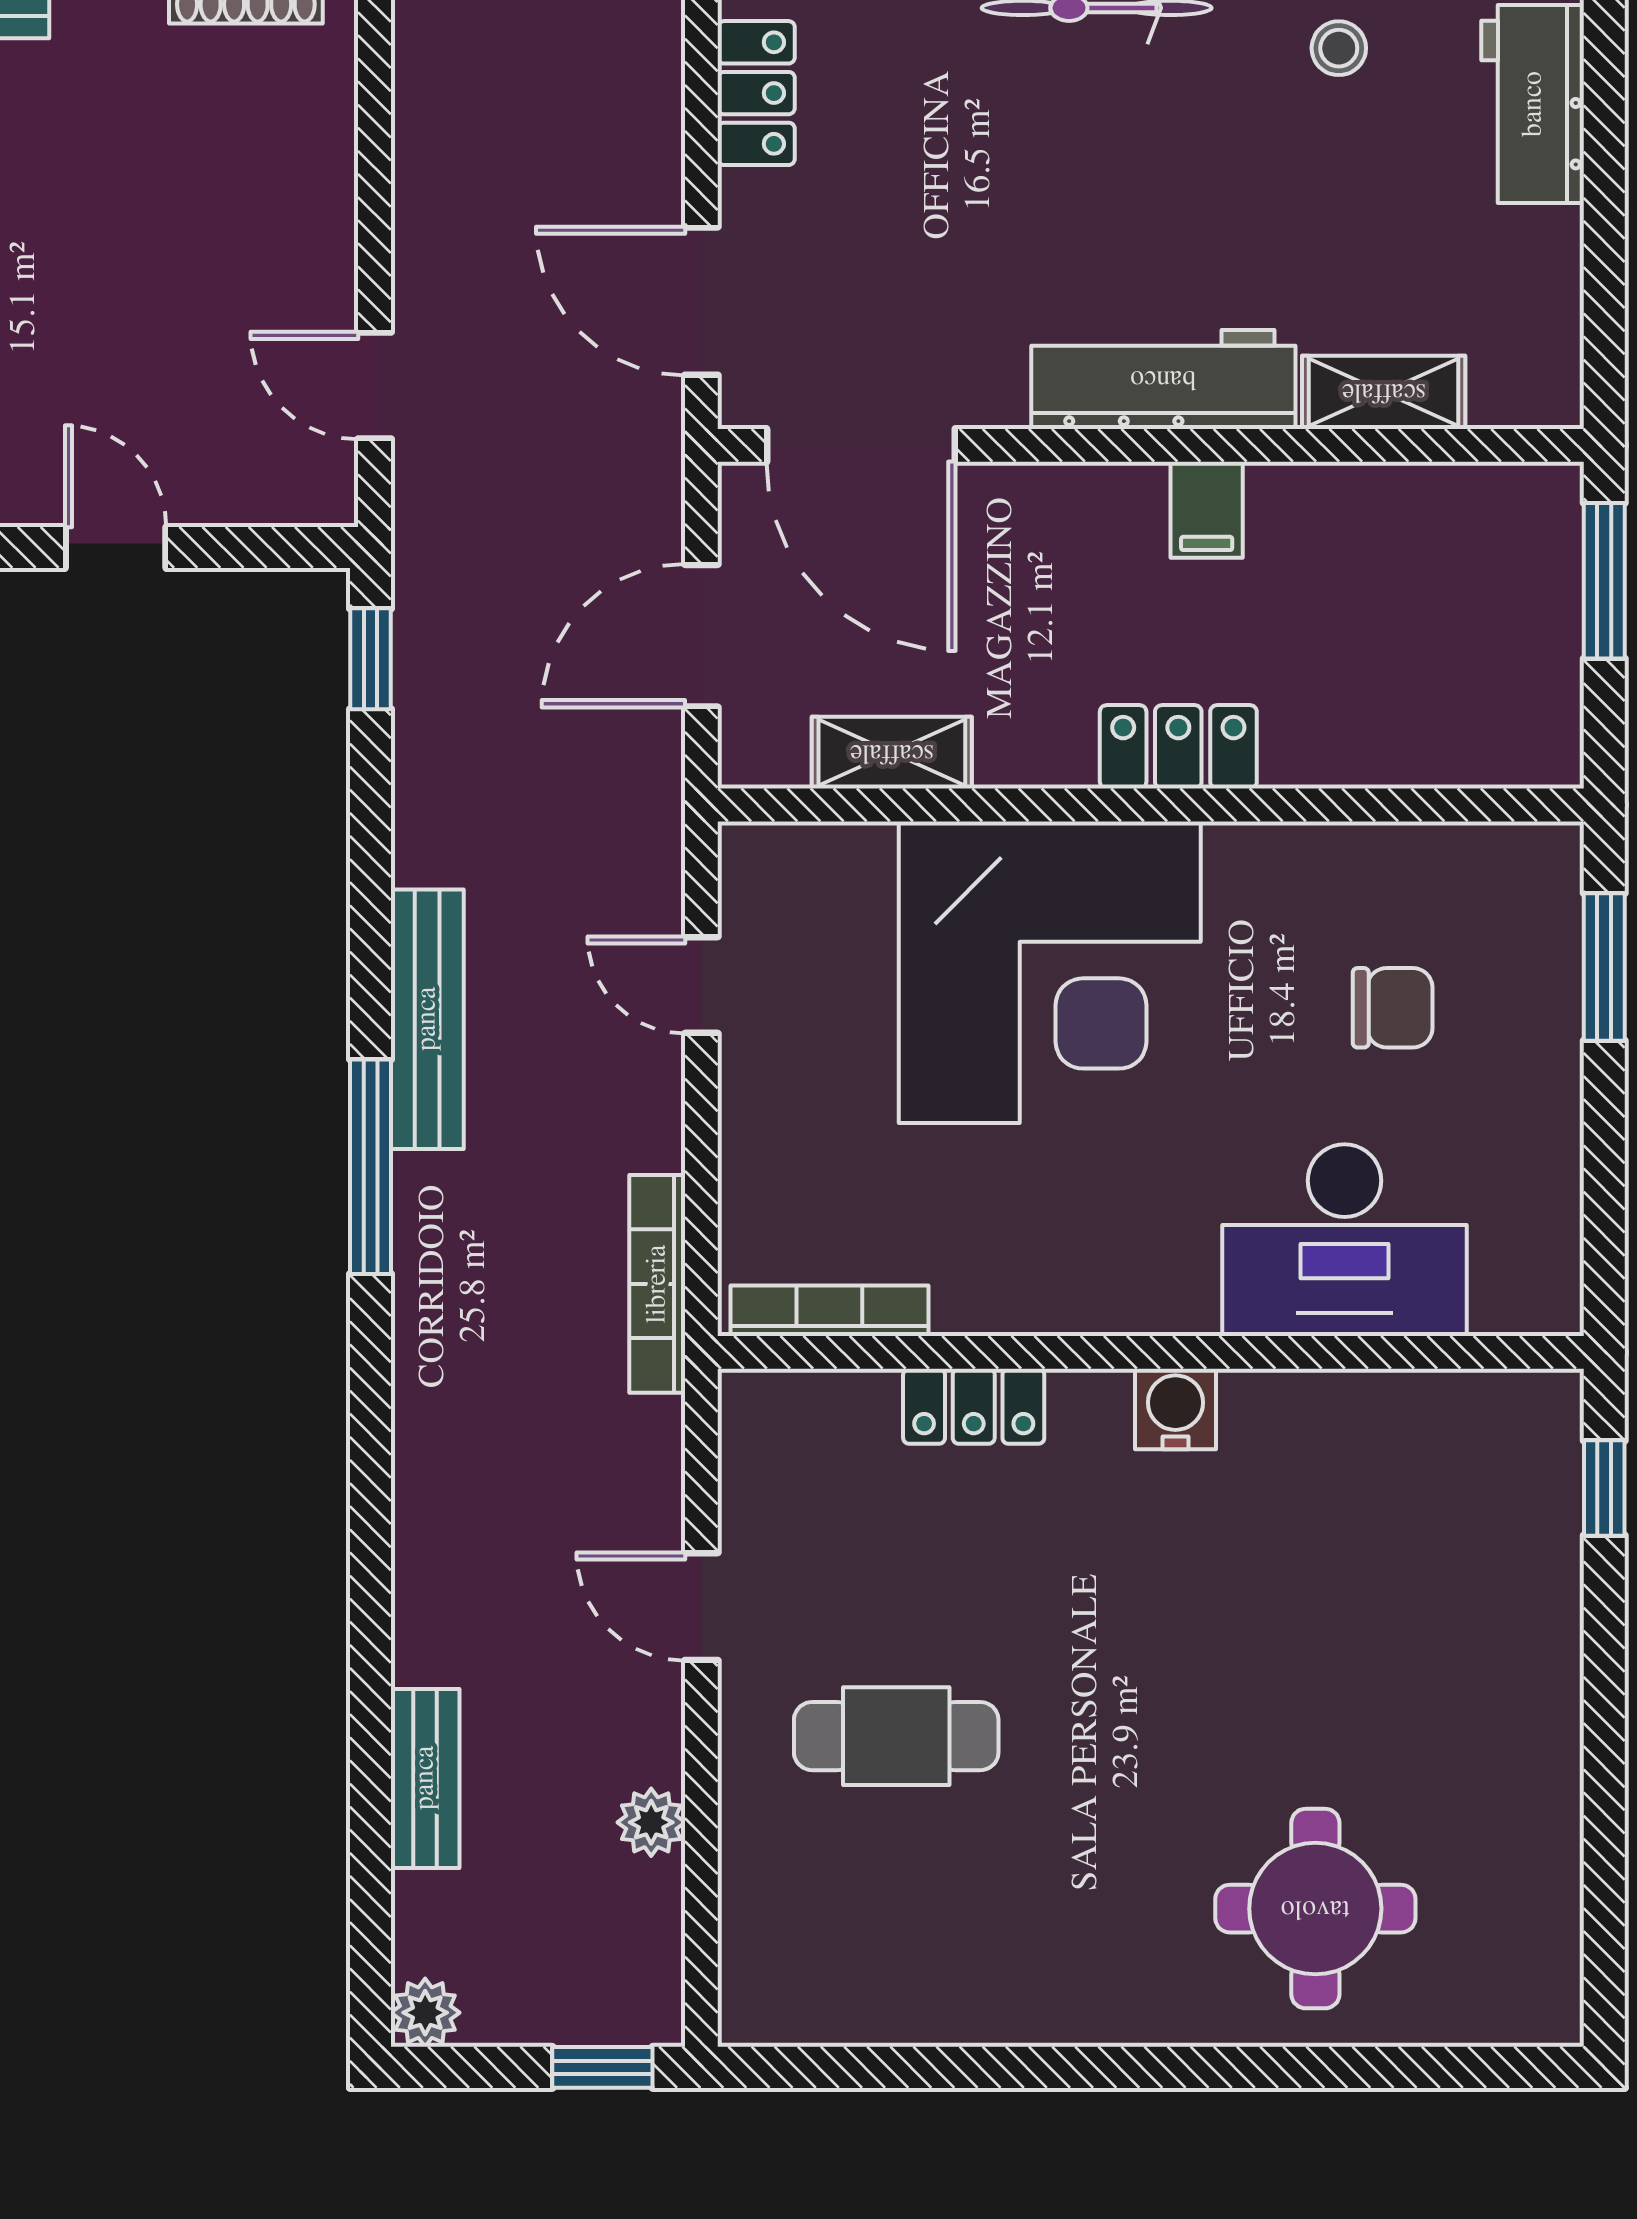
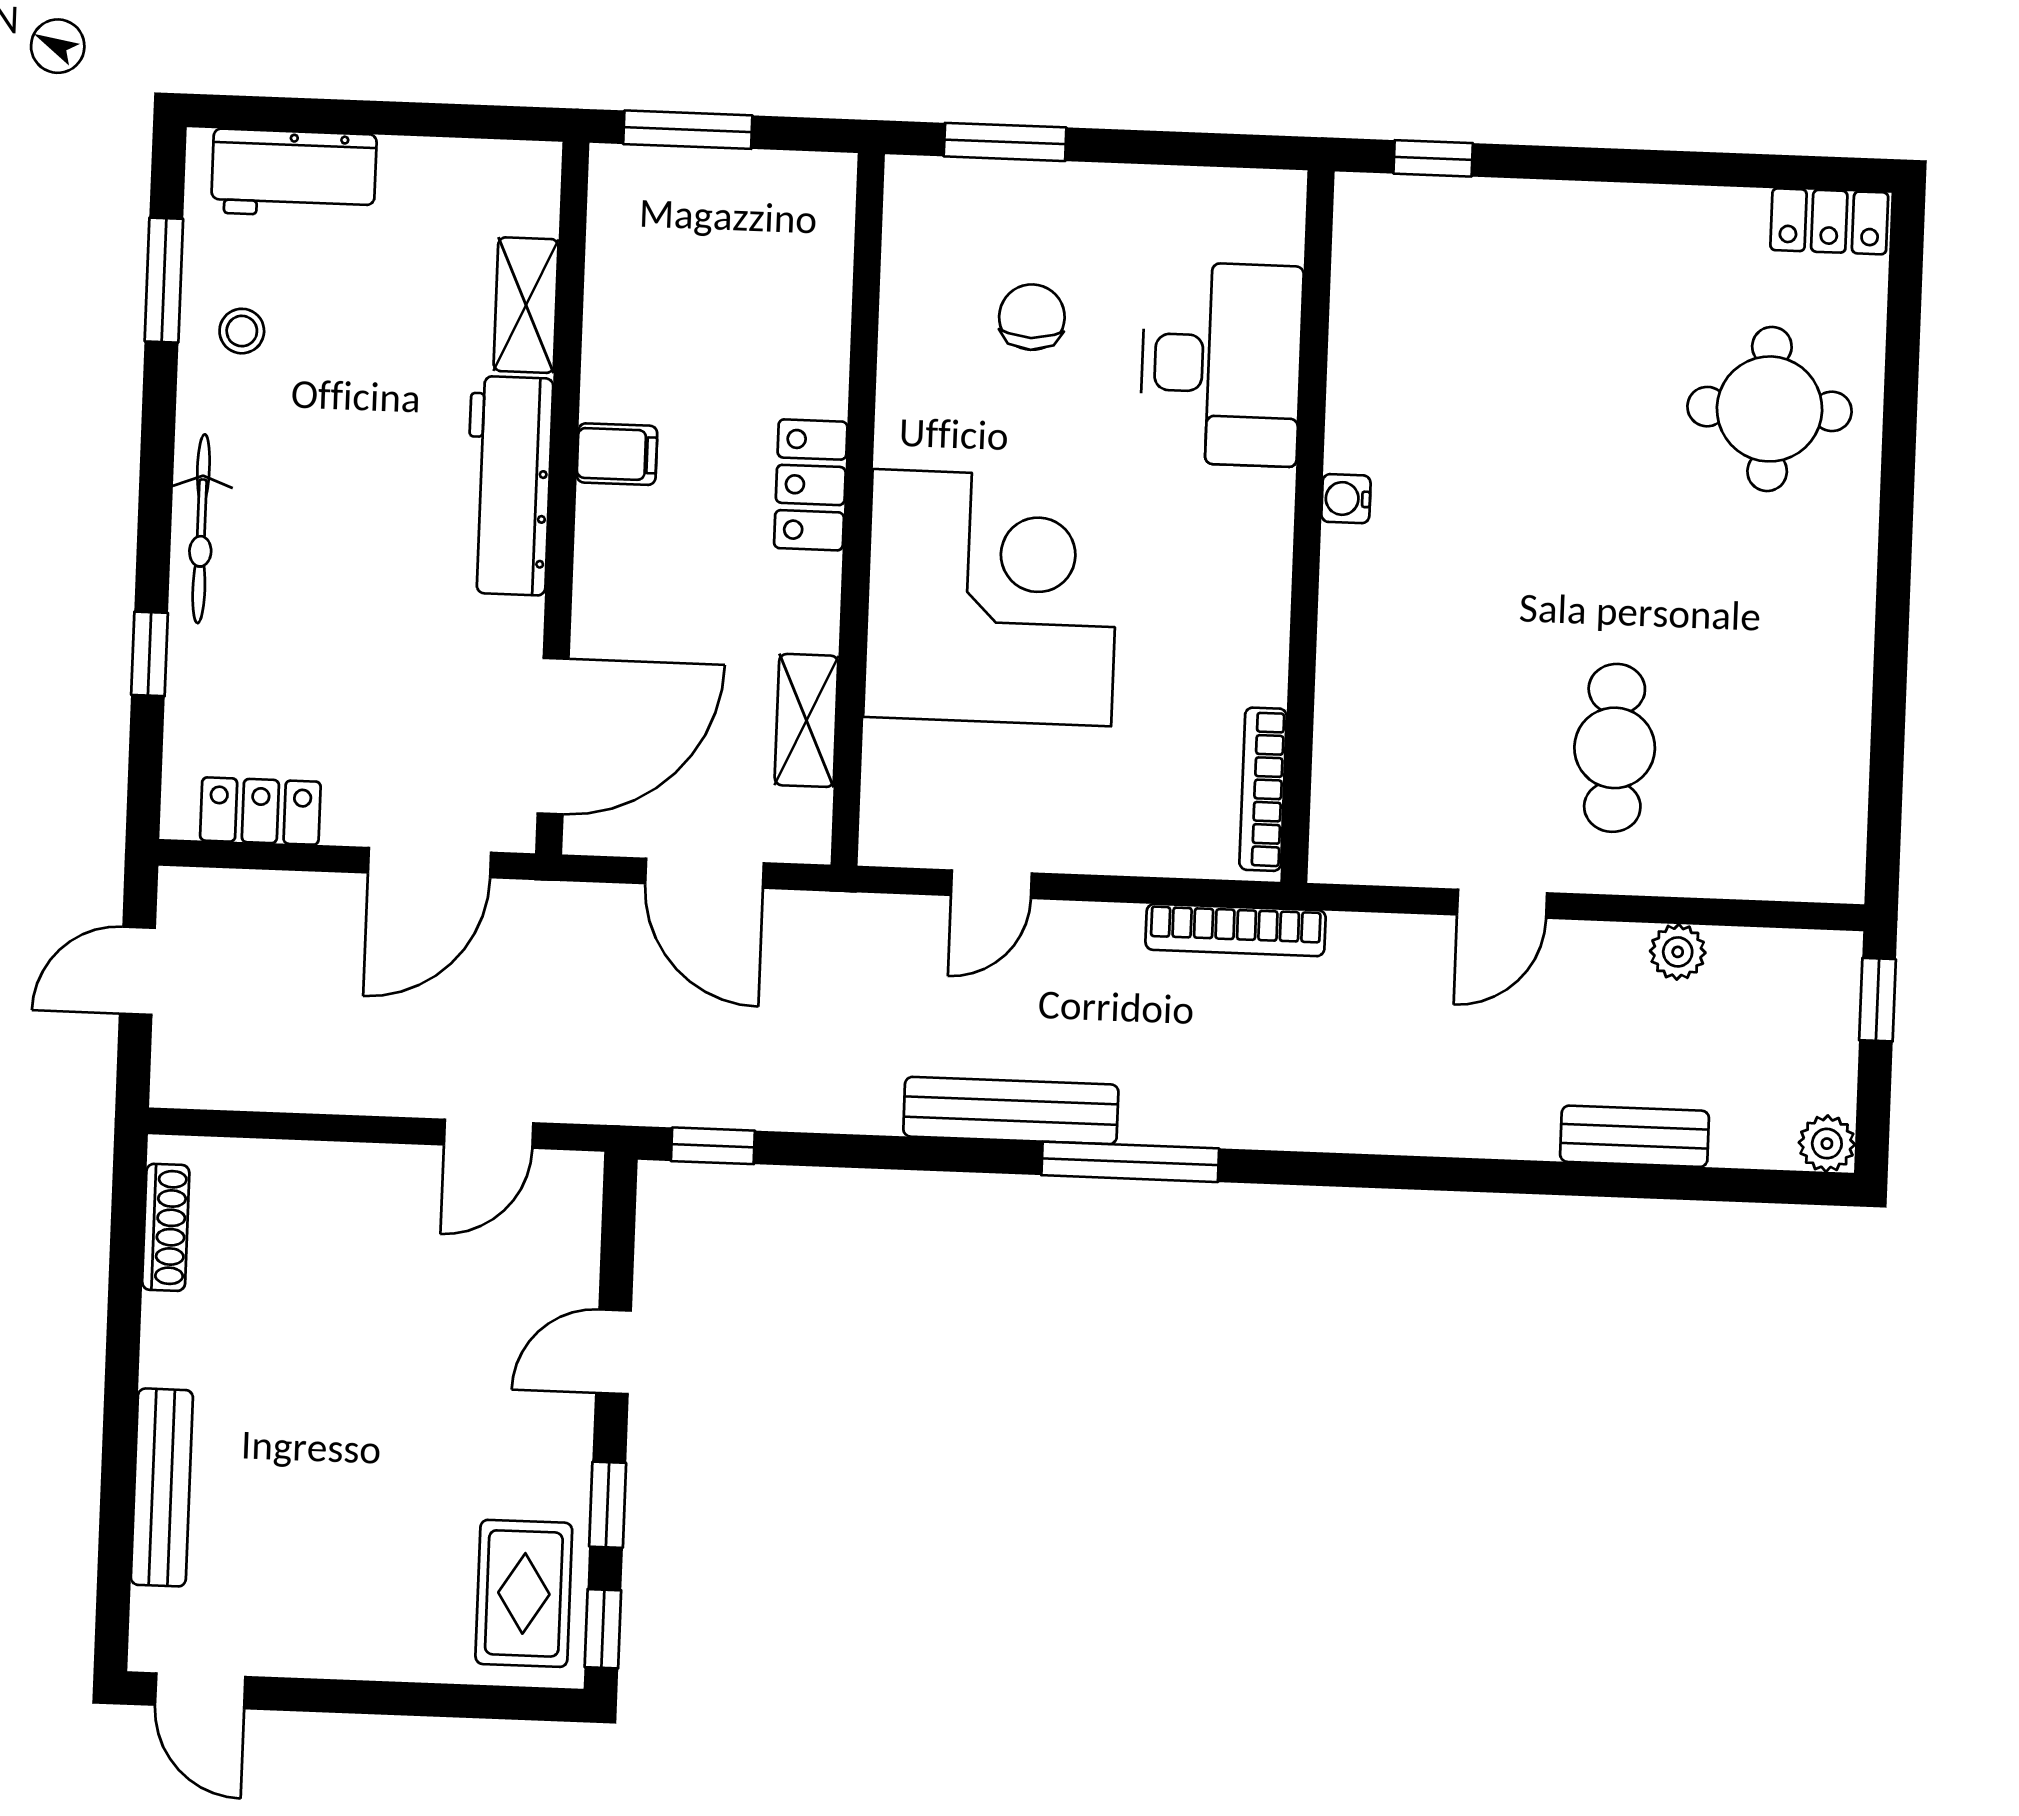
locker: (974, 1406) -> (1829, 221), moved, turned 90
water cooler: (1175, 1409) -> (1346, 499), width x0.72, depth x0.72

